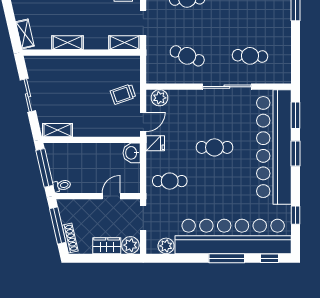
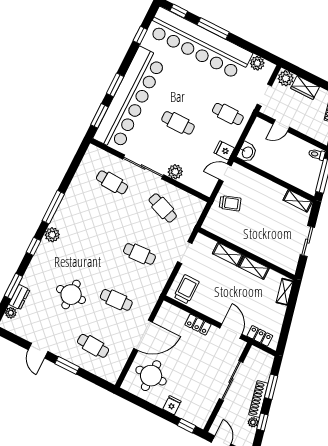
shelving: (124, 43) -> (228, 254), moved
plant: (160, 98) -> (175, 172), moved

